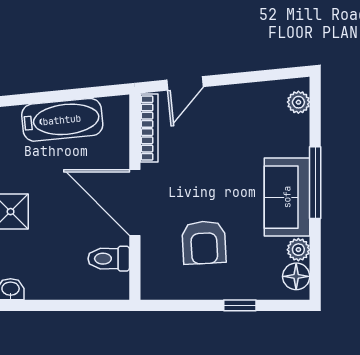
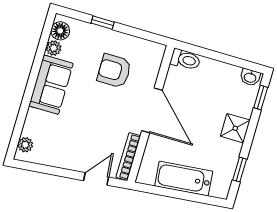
window: (315, 183) -> (30, 89), removed
armchair: (204, 242) -> (114, 71), turned -87
toilet: (109, 259) -> (185, 60), moved

